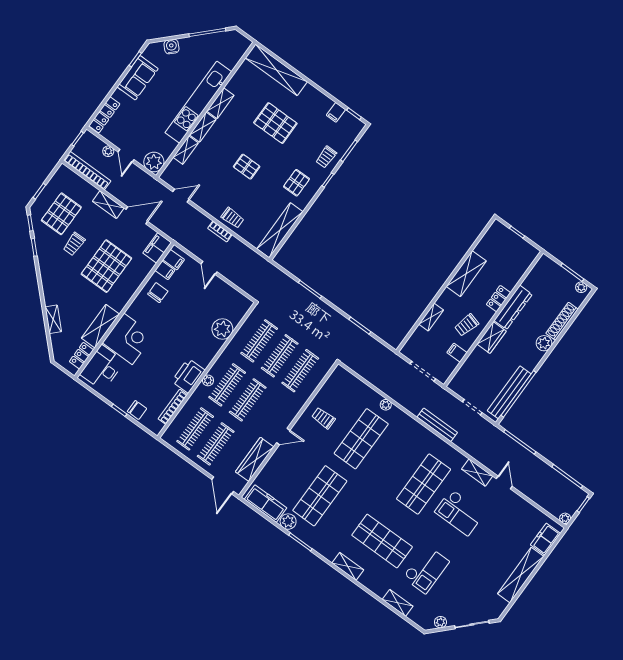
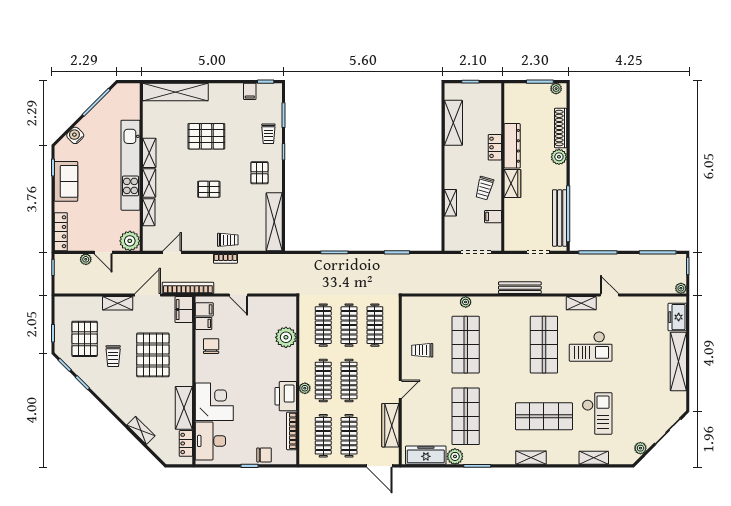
bookcase: (87, 171) -> (188, 288), moved
shelving: (466, 274) -> (453, 123), moved

